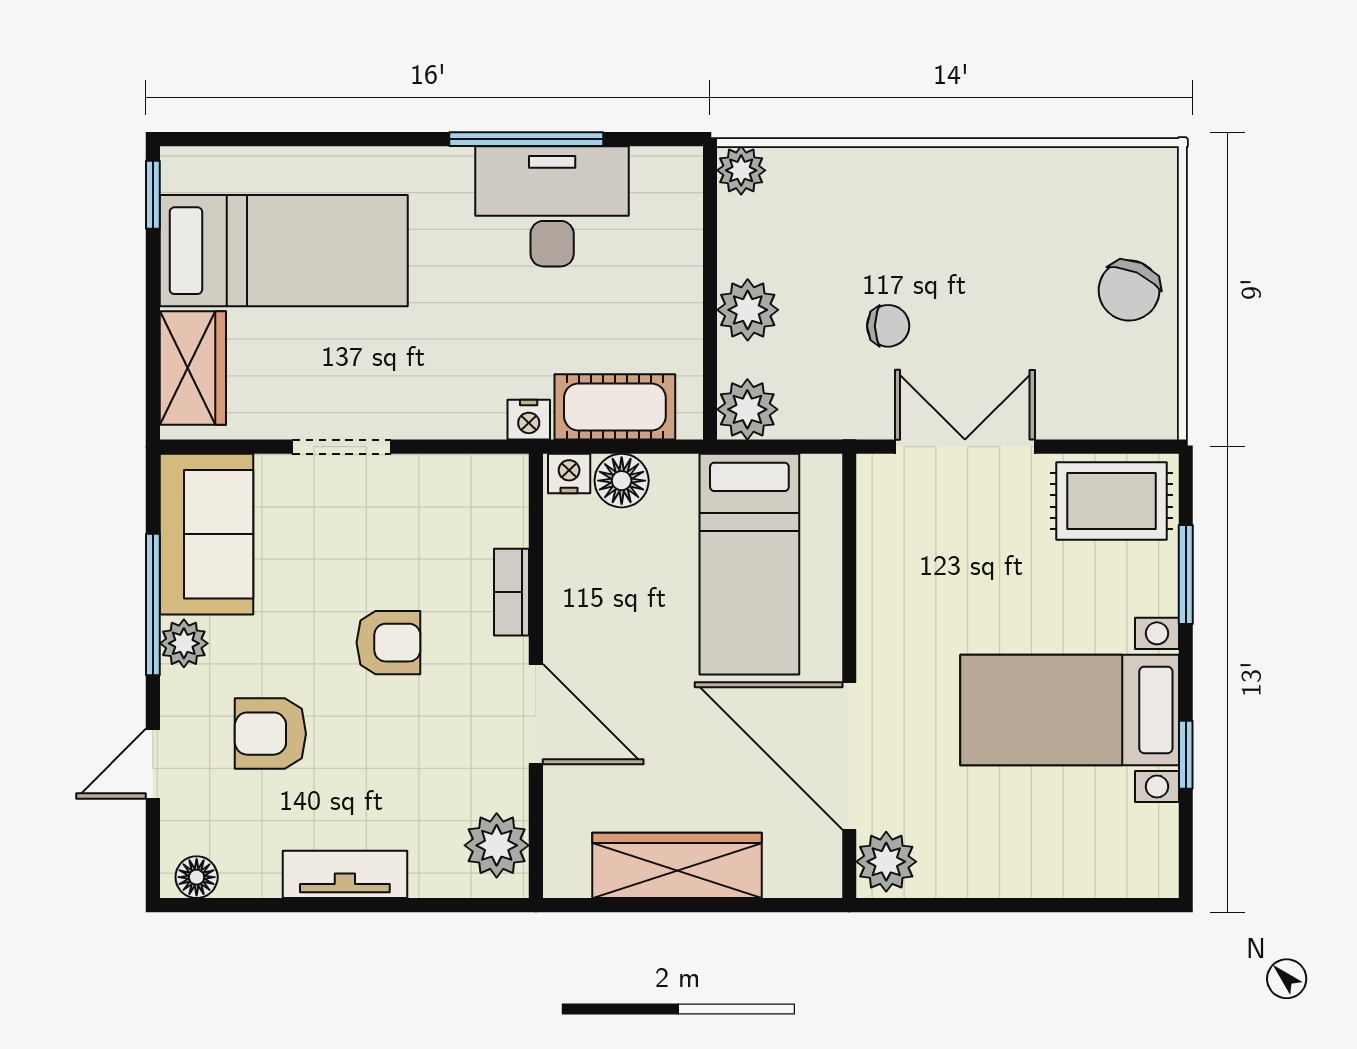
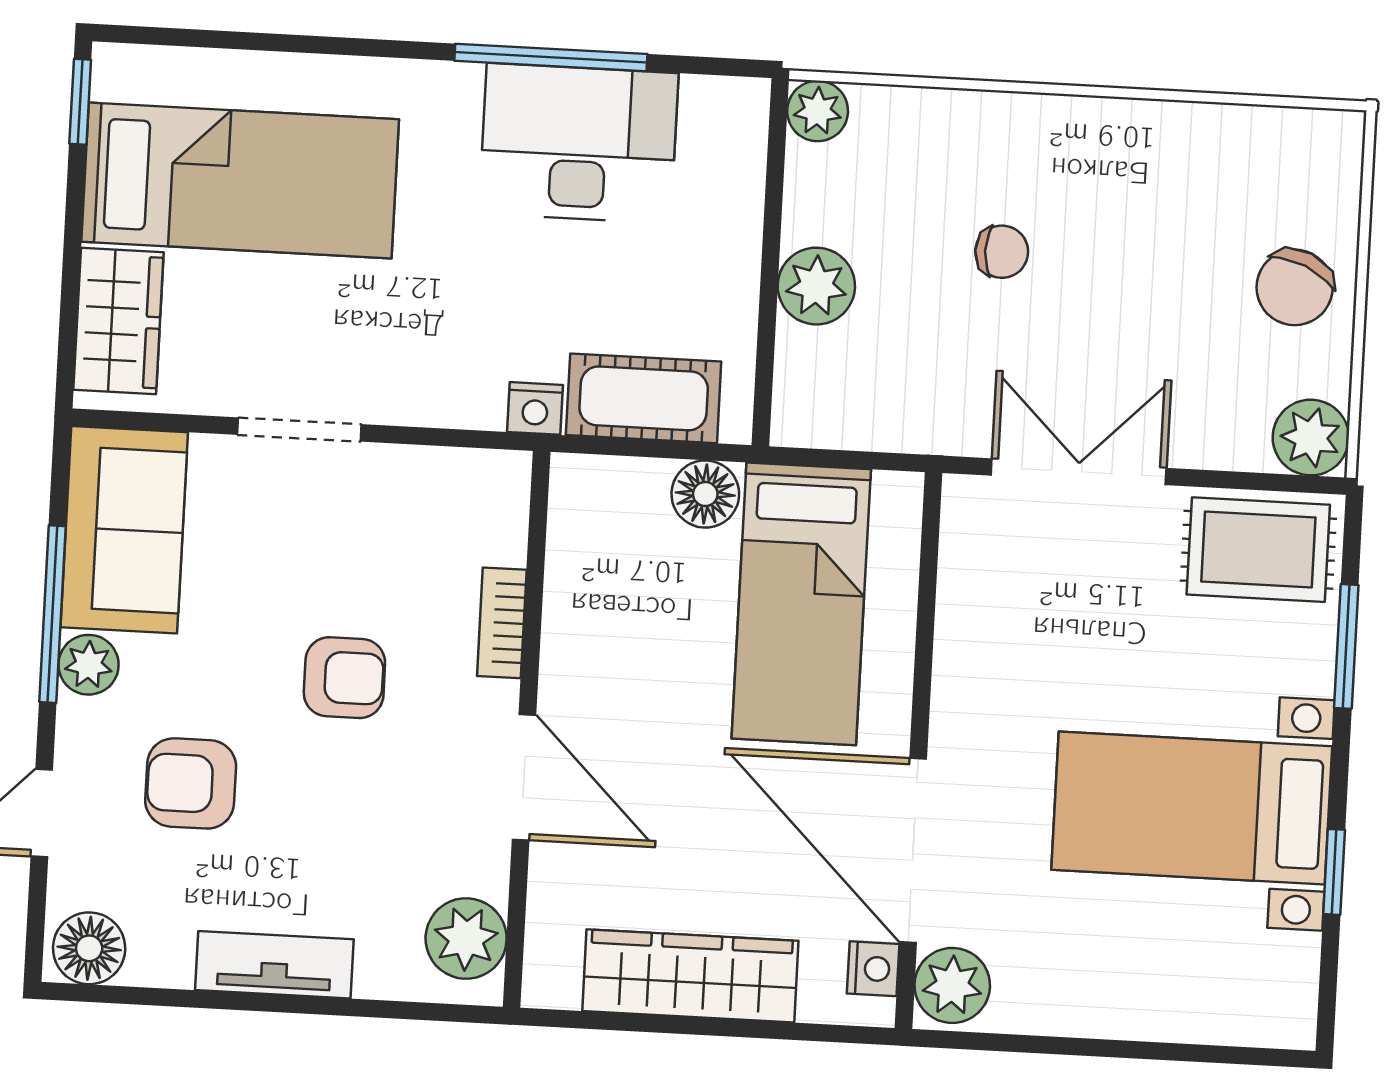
chair: (888, 326) -> (1002, 252), moved
plant: (747, 409) -> (1311, 438), moved
nightstand: (569, 473) -> (873, 969), moved, turned 90
floor lamp: (622, 481) -> (705, 494), moved
floor lamp: (197, 877) -> (89, 948), width x1.37, depth x1.37

